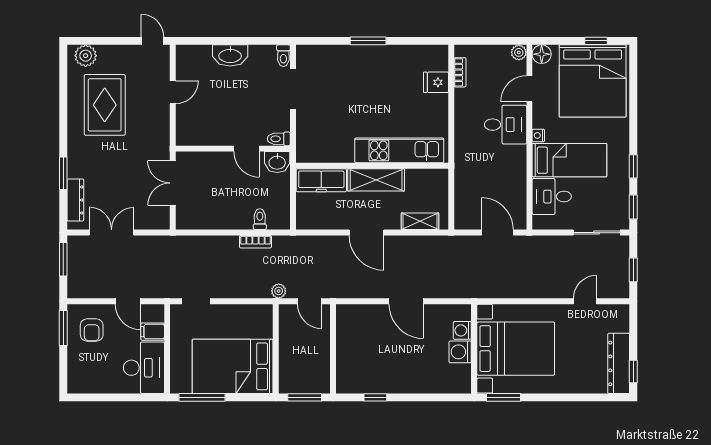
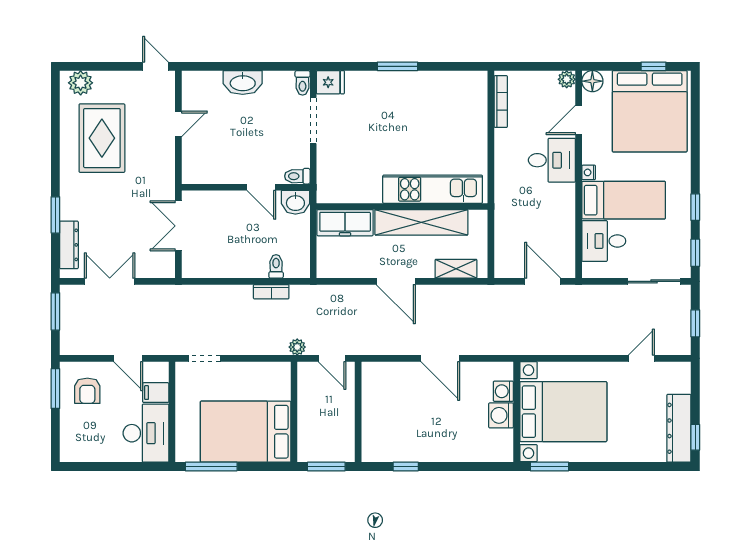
bookcase: (460, 72) -> (501, 102), width x1.56
fridge: (436, 82) -> (330, 82), moved, turned 180
shelving: (376, 180) -> (421, 222), width x1.47

